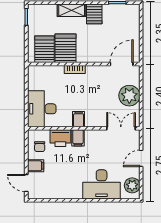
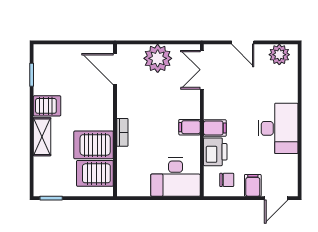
desk: (102, 184) -> (278, 128), moved

